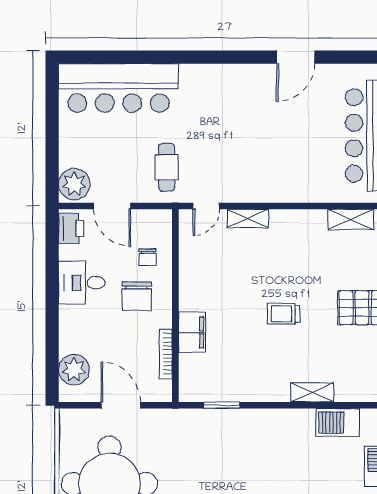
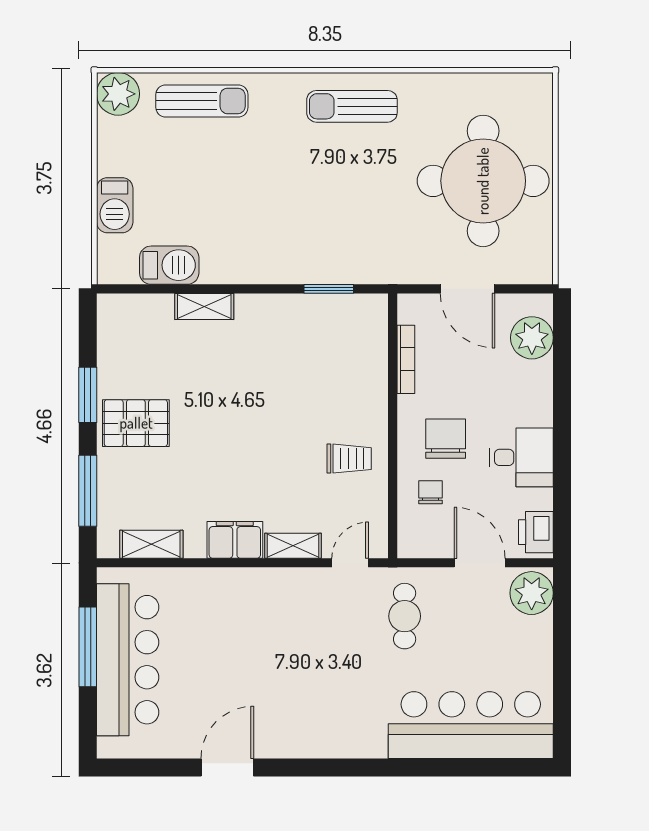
trolley: (284, 314) -> (349, 459), moved
filing cabinet: (192, 332) -> (235, 540), moved, turned 90

